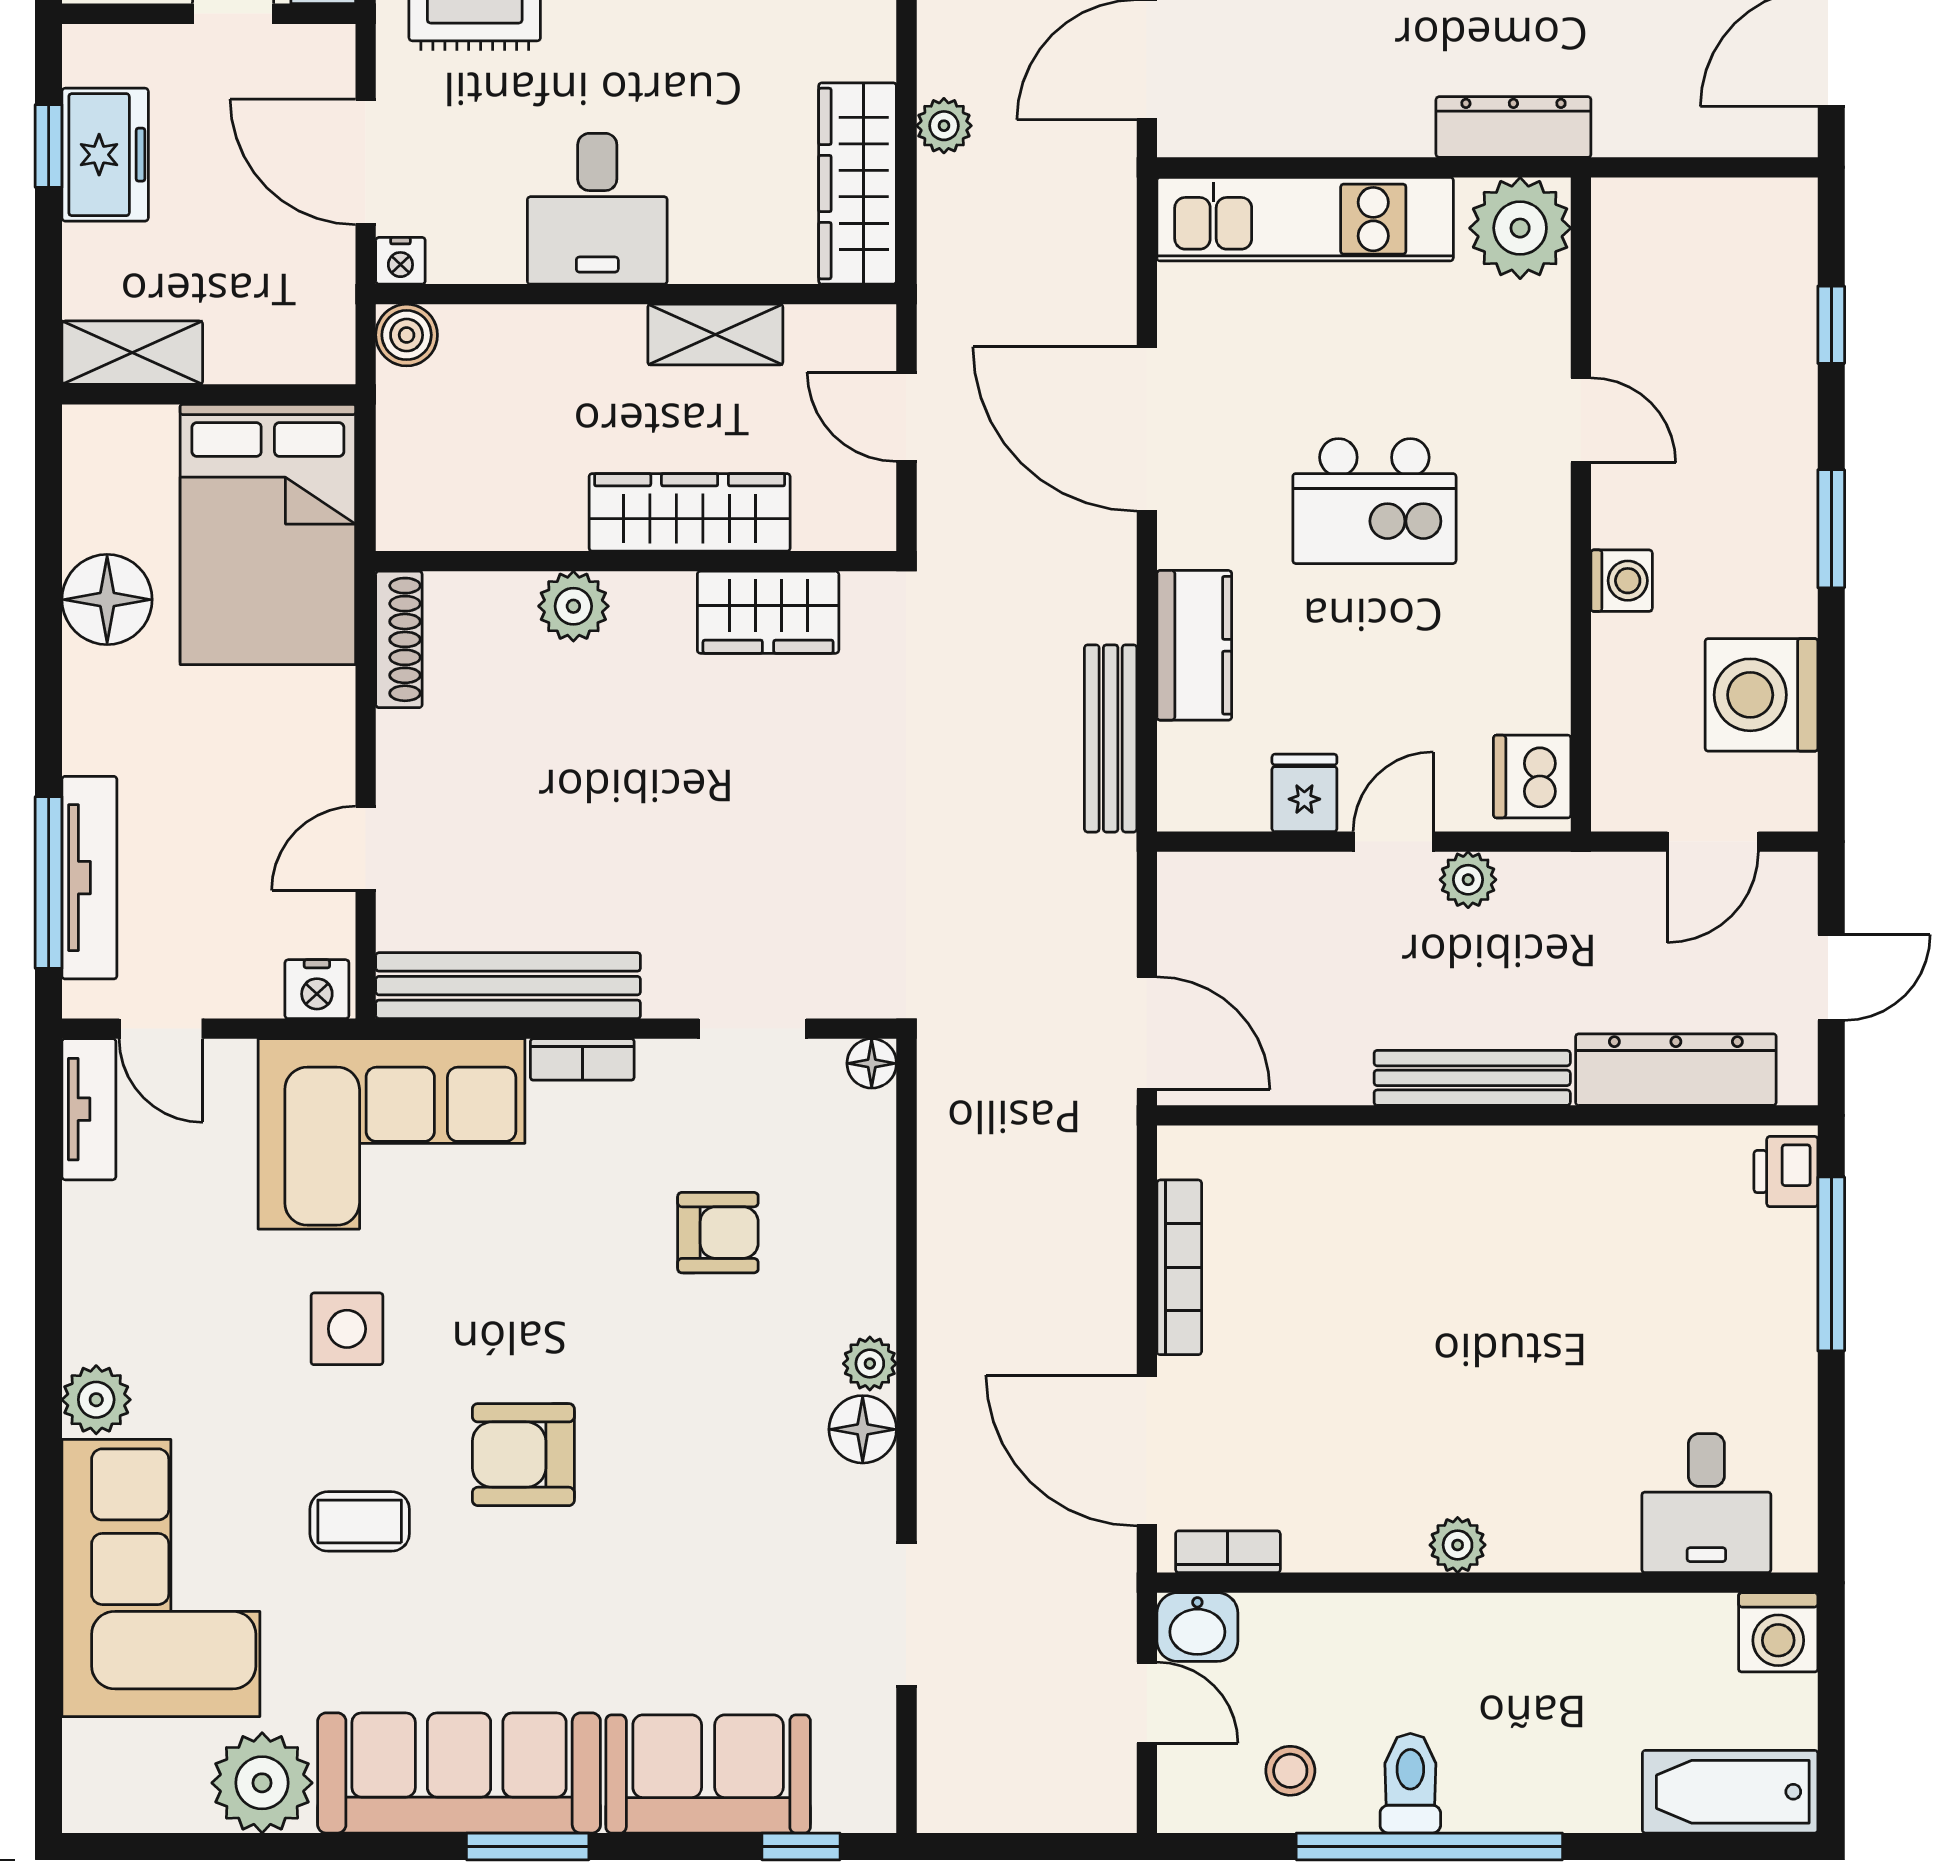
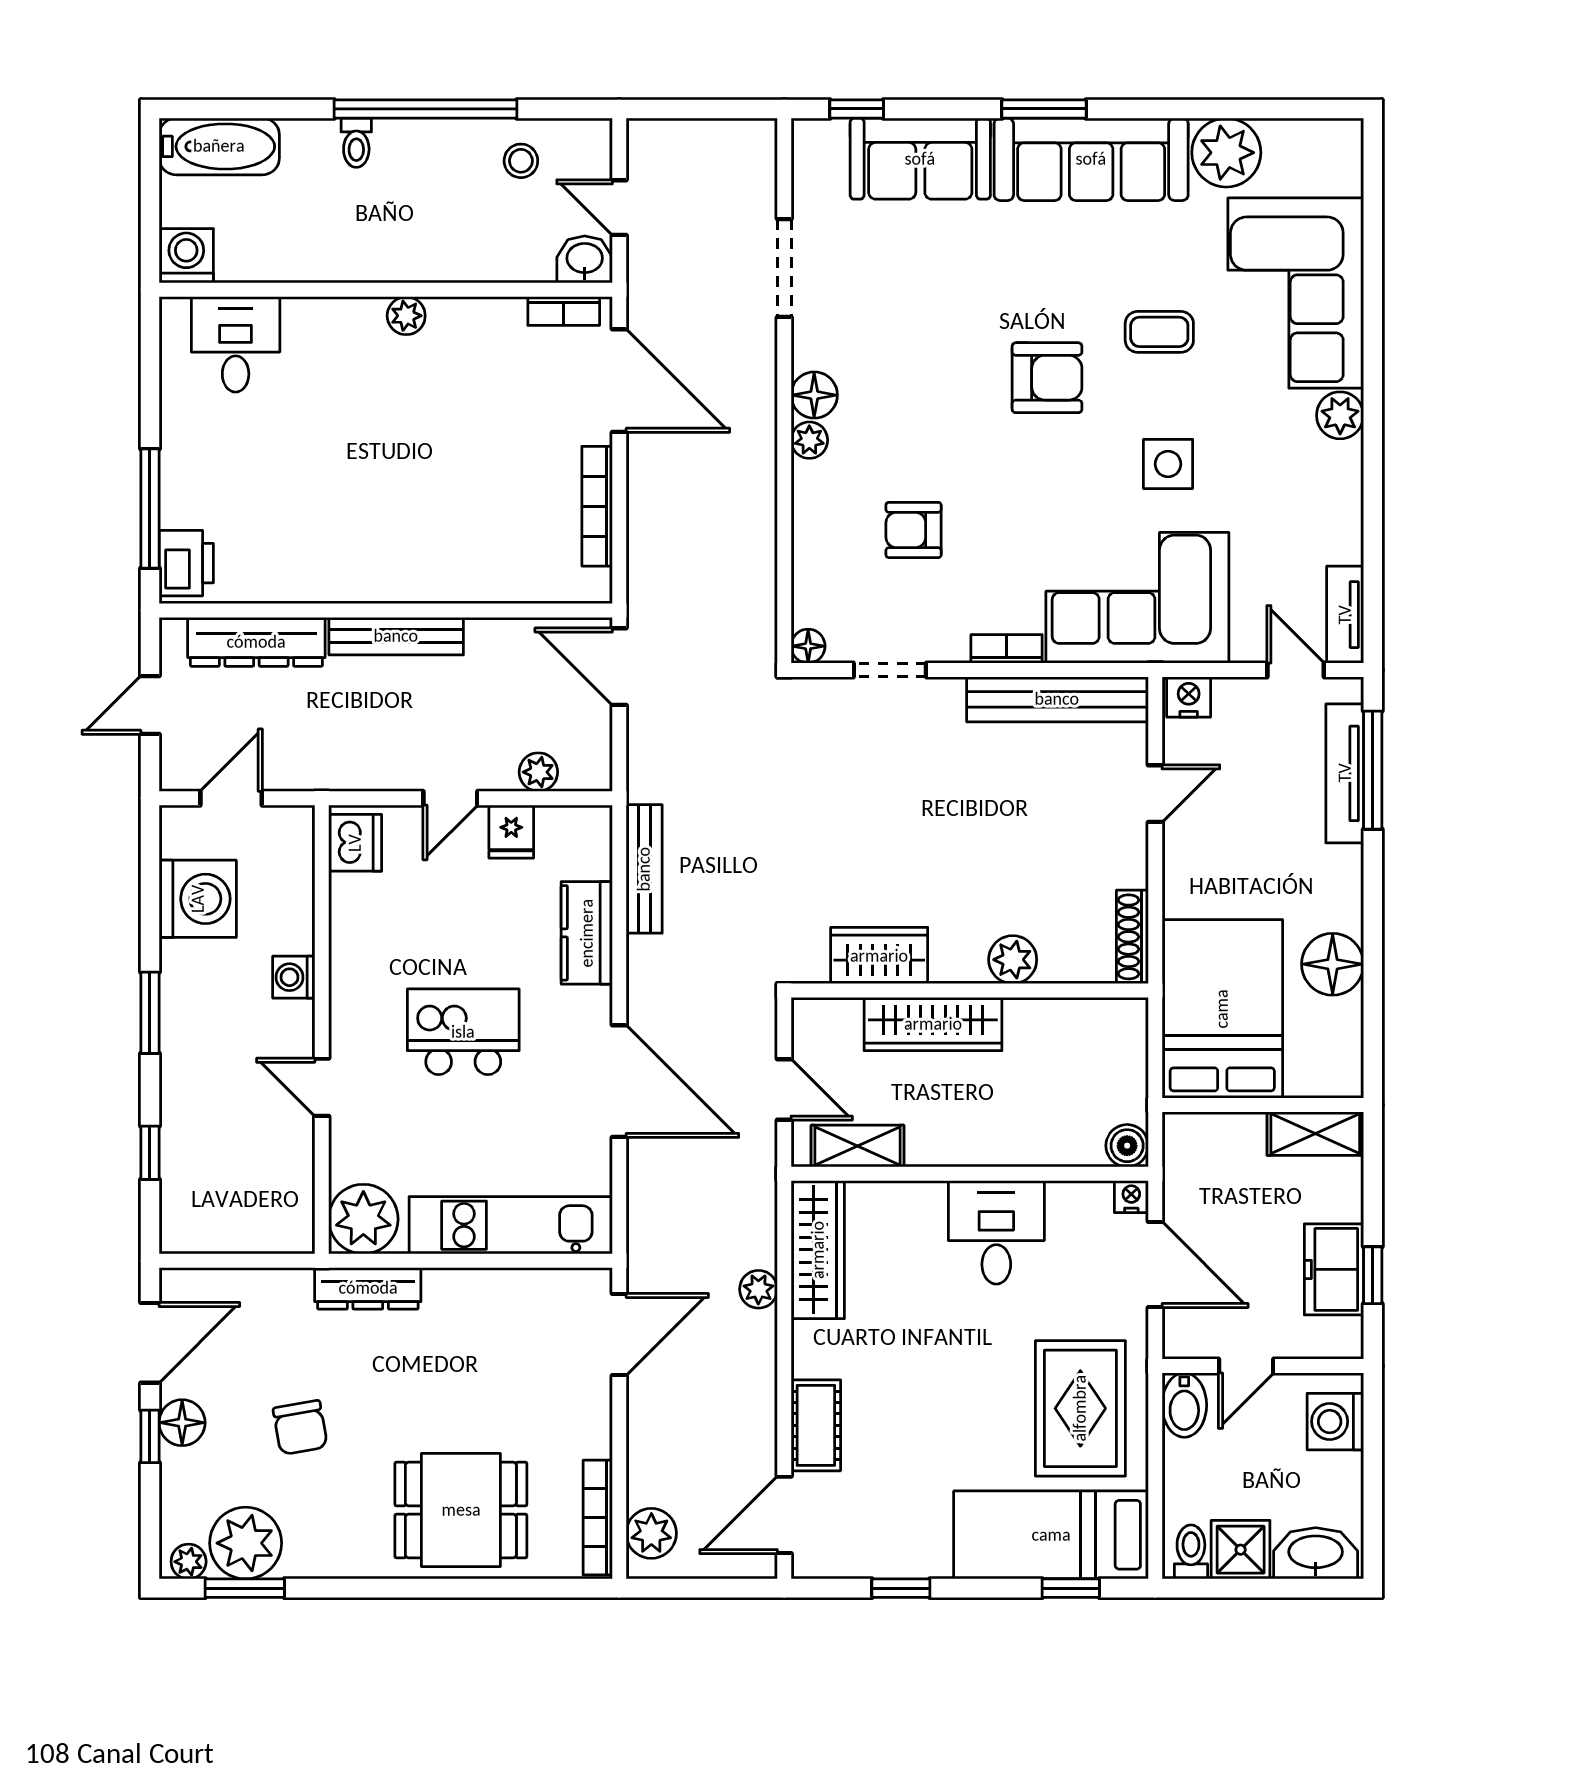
shelving: (715, 335) -> (858, 1146), moved
plant: (1468, 880) -> (538, 772), moved
printer: (1786, 1172) -> (186, 563), width x1.36, depth x1.24
toilet: (1410, 1783) -> (356, 143), moved, width x0.73, depth x0.72

